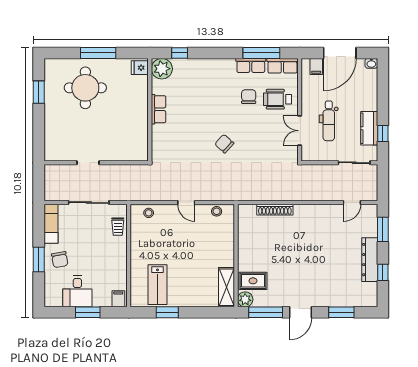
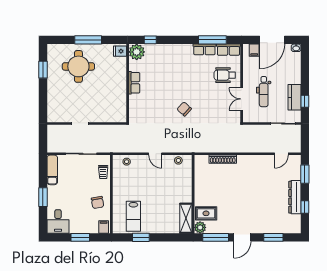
chair: (249, 97) -> (203, 73), removed
chair: (60, 260) -> (98, 202), moved
desk: (77, 291) -> (58, 221), moved

